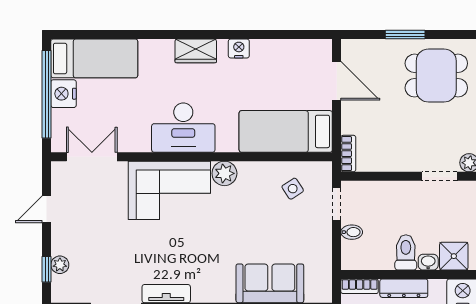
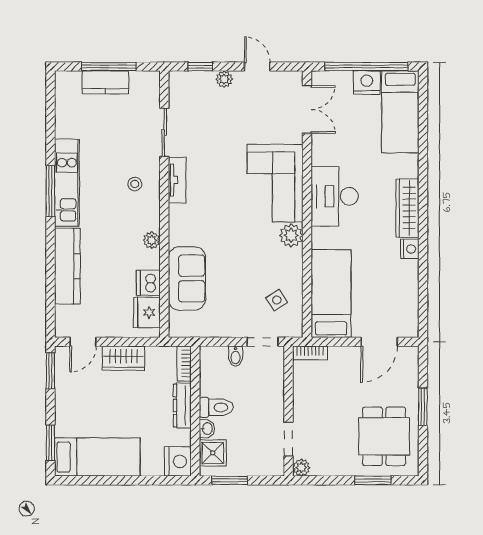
wardrobe: (196, 51) -> (407, 208), width x1.50
plant: (60, 265) -> (224, 79), moved

